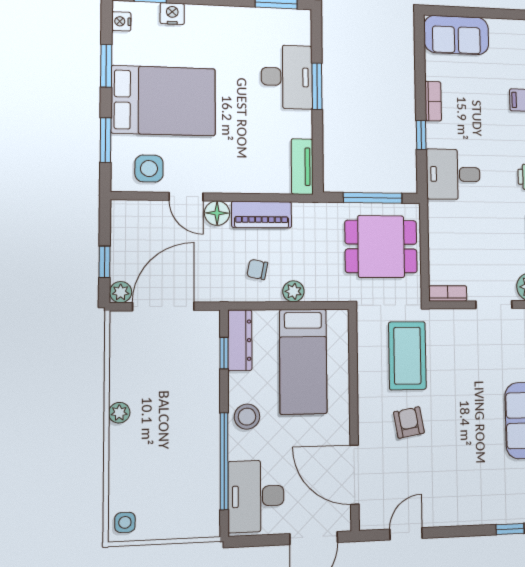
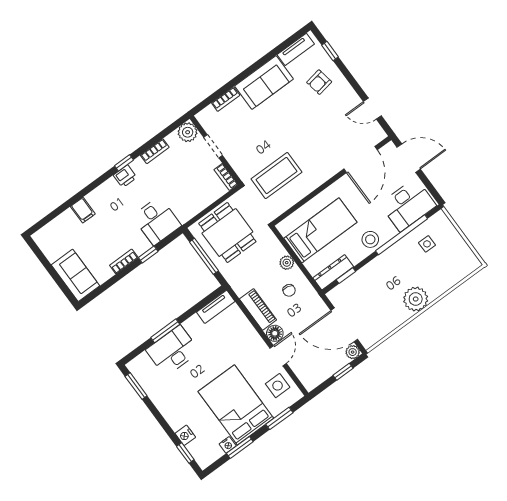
nightstand: (121, 21) -> (228, 445), moved
plant: (119, 413) -> (416, 299), width x1.87, depth x1.87
armchair: (409, 422) -> (319, 82), moved
side table: (125, 522) -> (427, 244), moved

